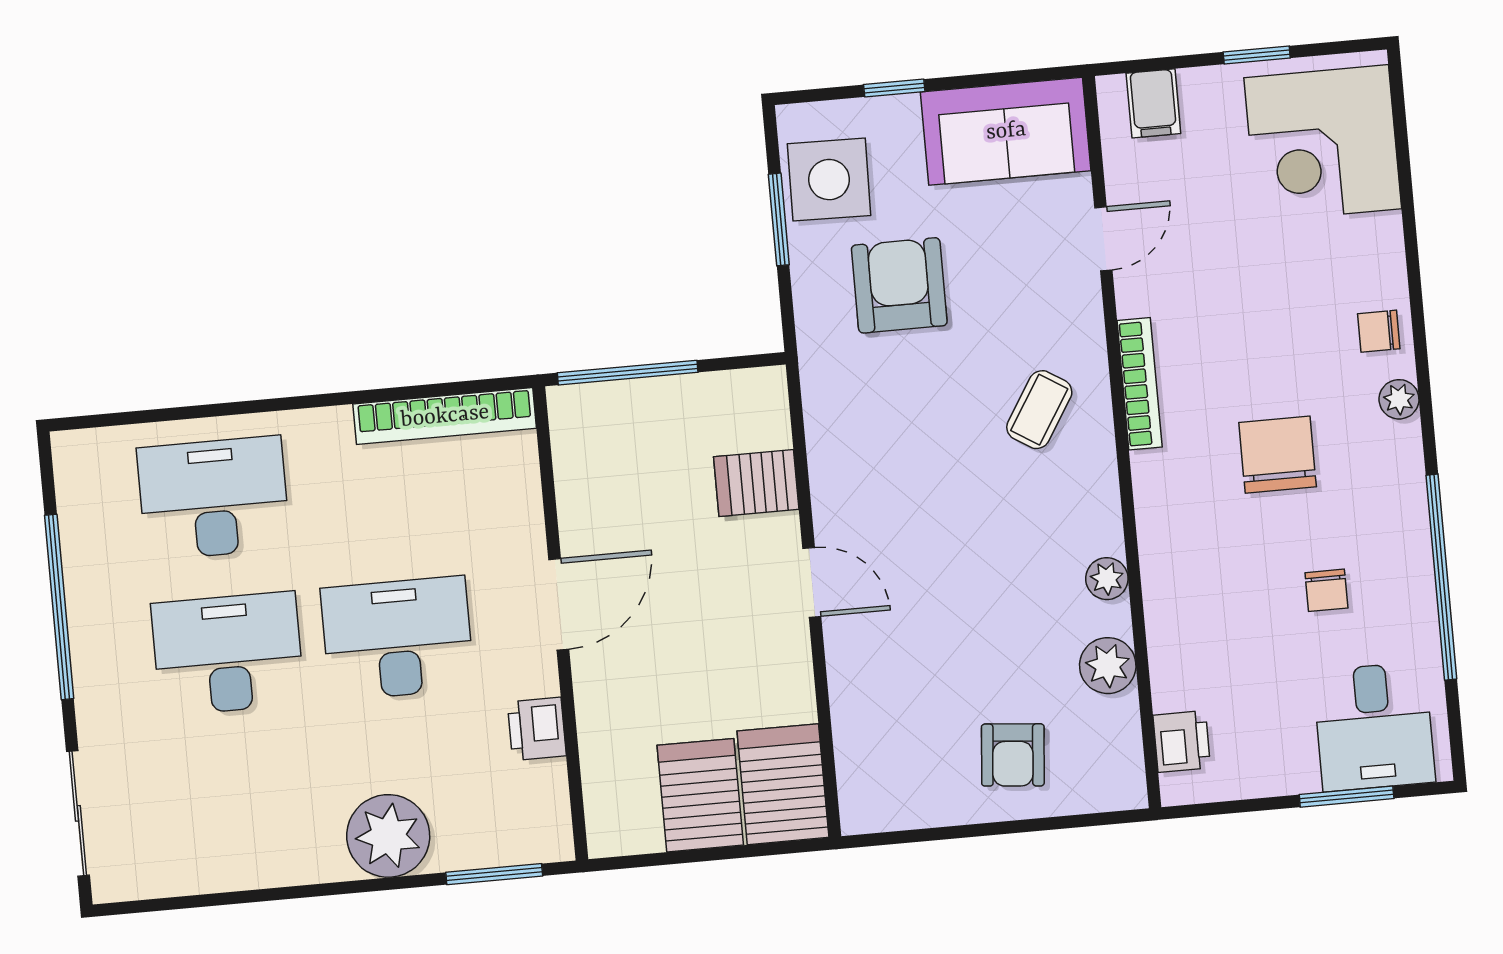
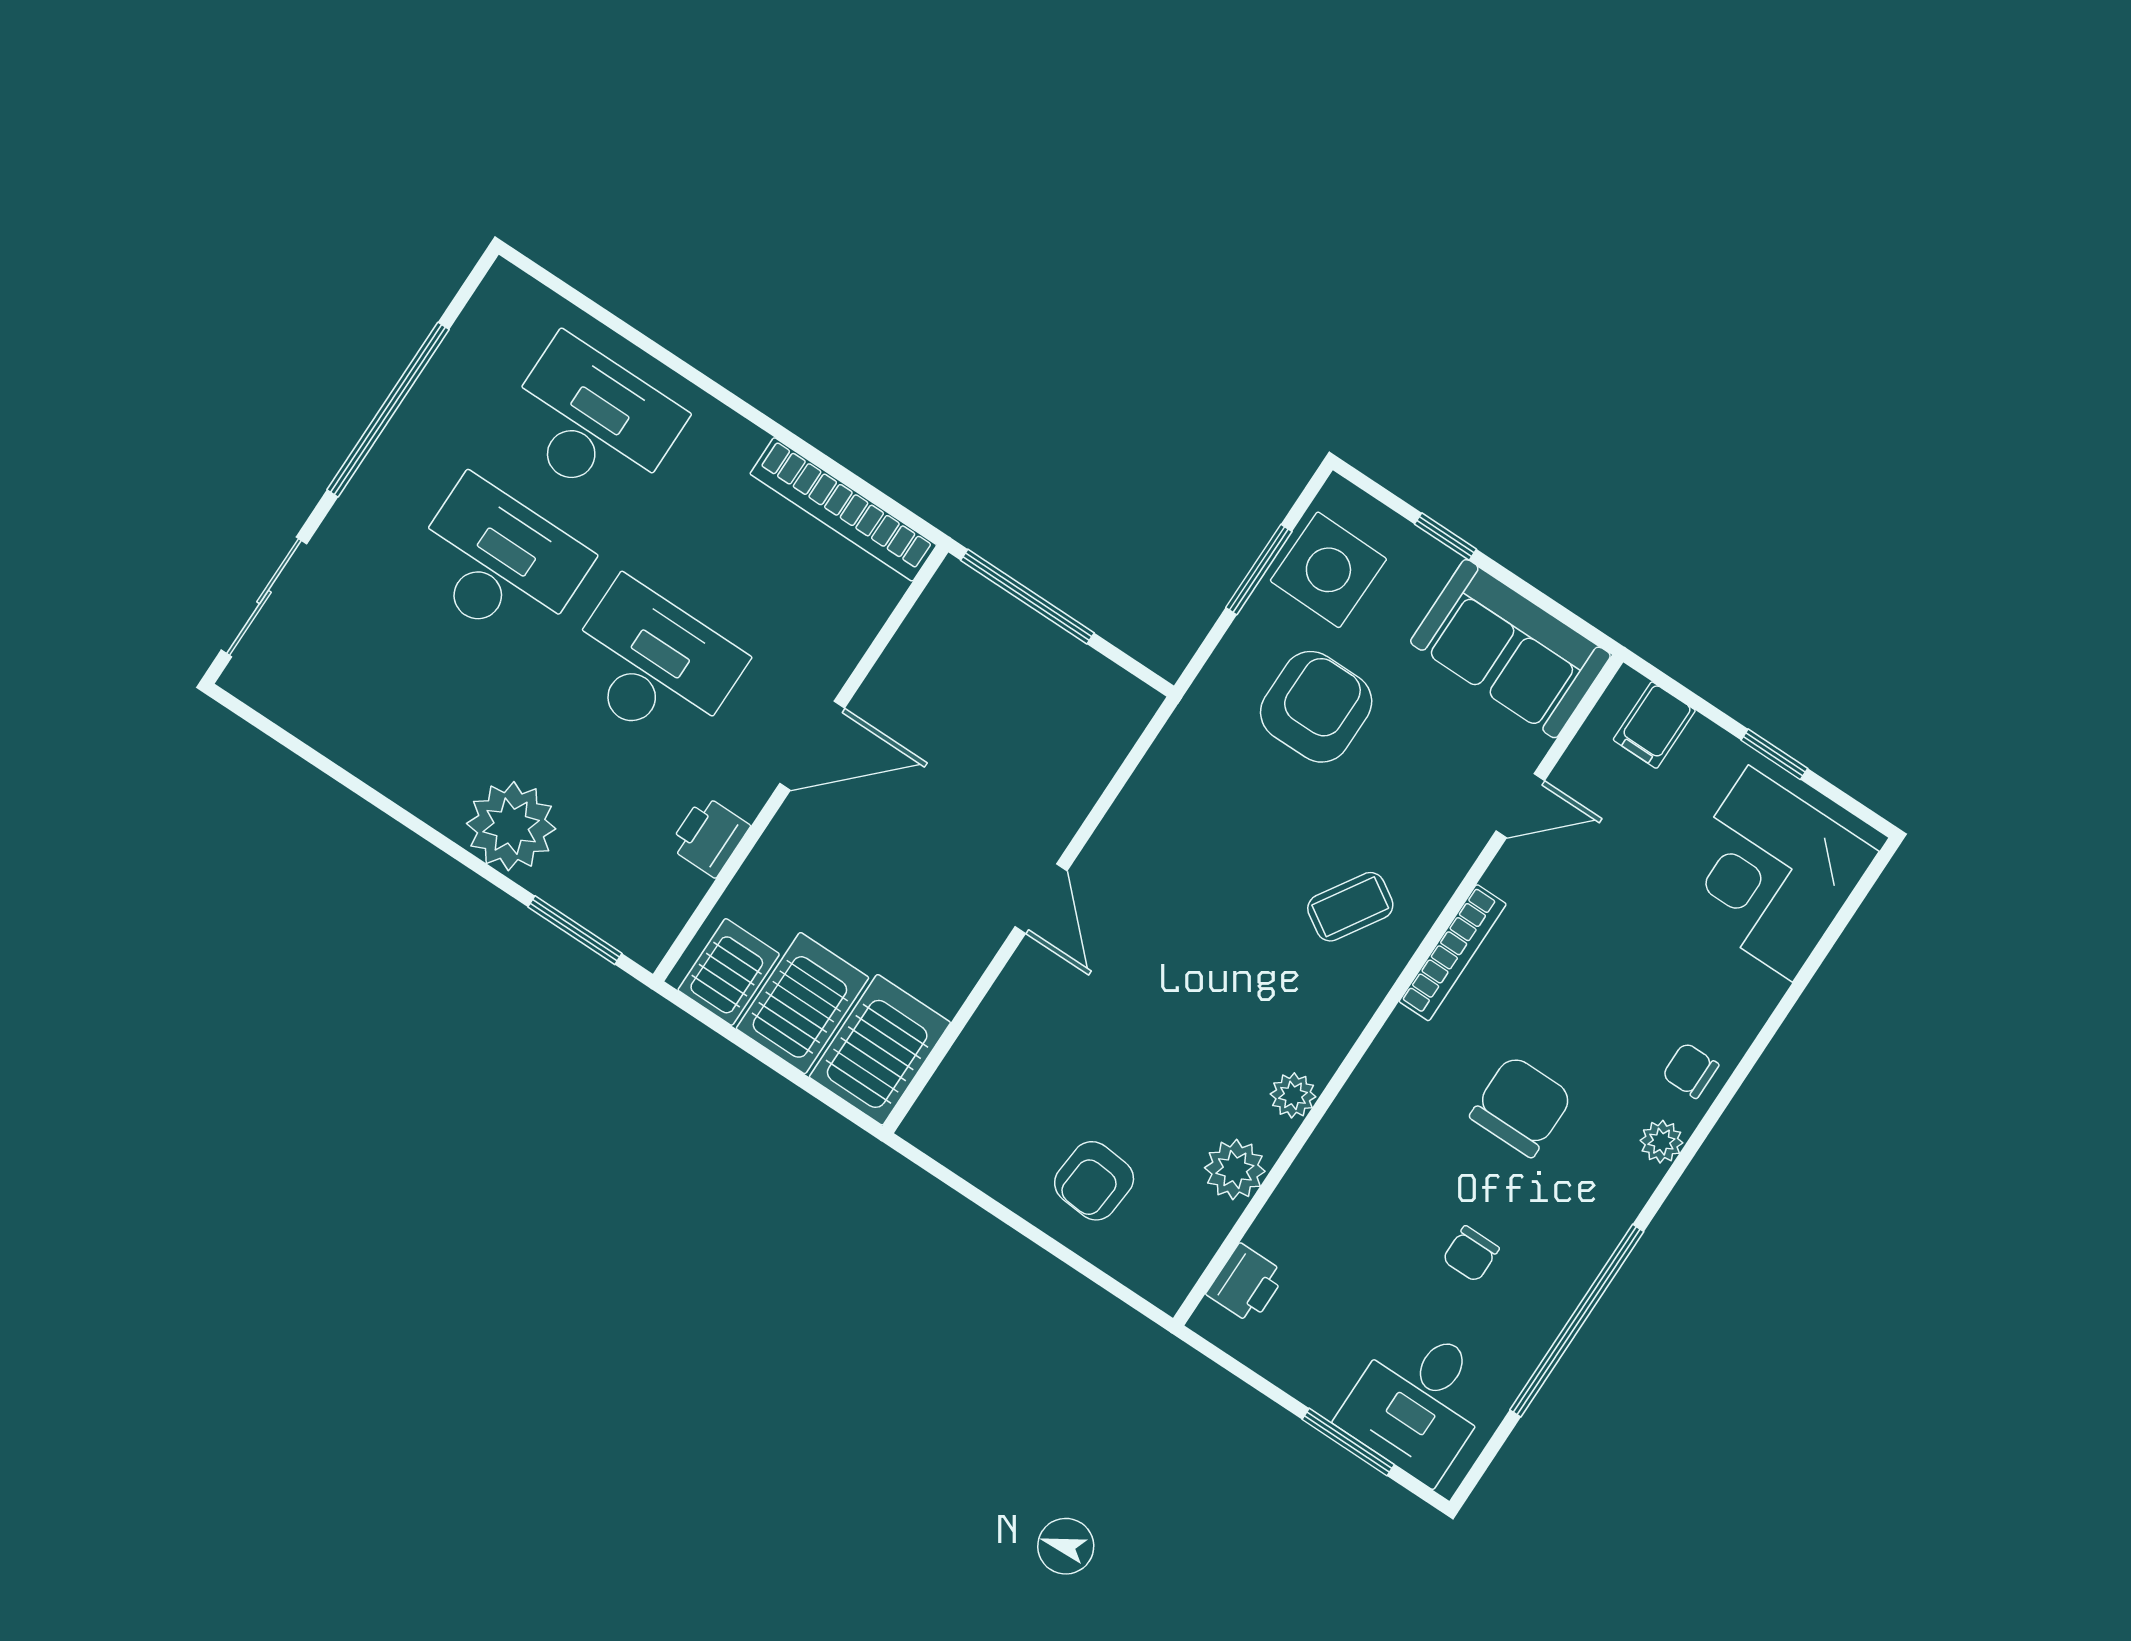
server rack: (756, 483) -> (729, 972), moved, turned 90

